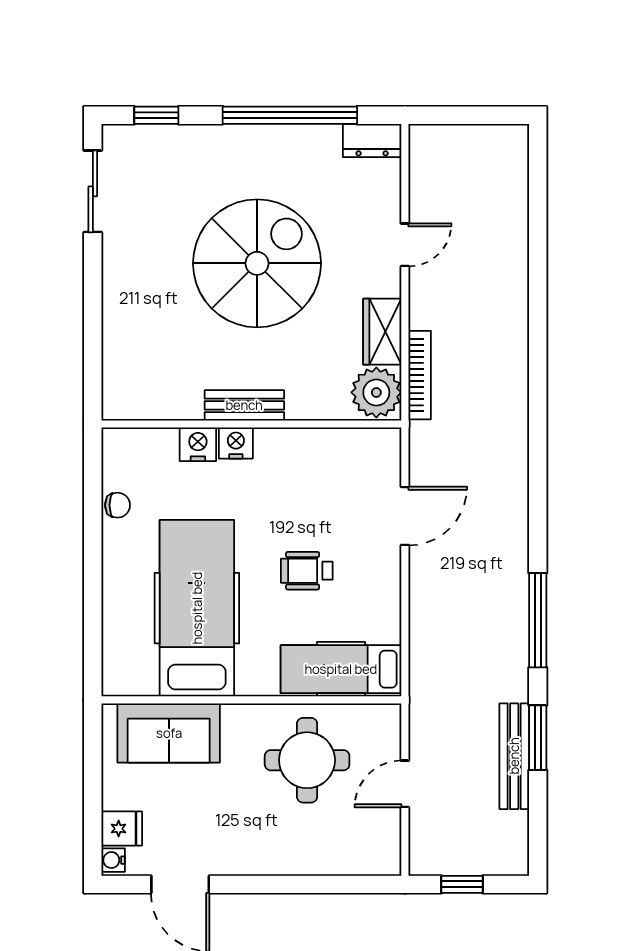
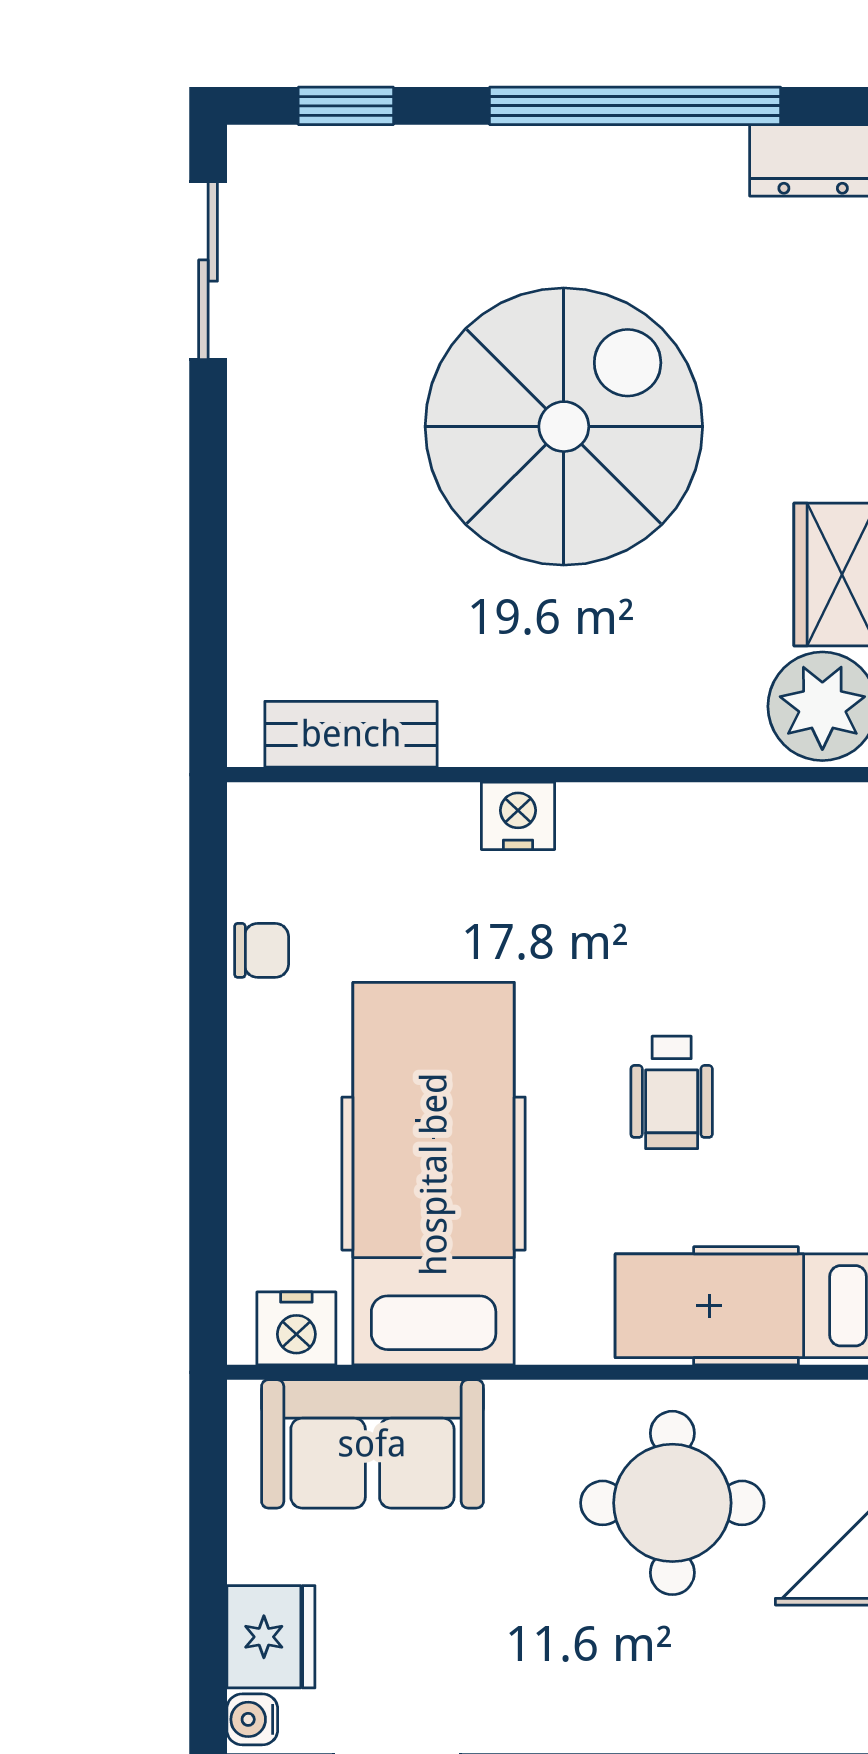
bench: (244, 405) -> (351, 734), moved
nightstand: (198, 444) -> (296, 1328), moved, turned 180
wheelchair: (307, 571) -> (672, 1092), turned -90
fridge: (122, 829) -> (271, 1637), width x1.38

